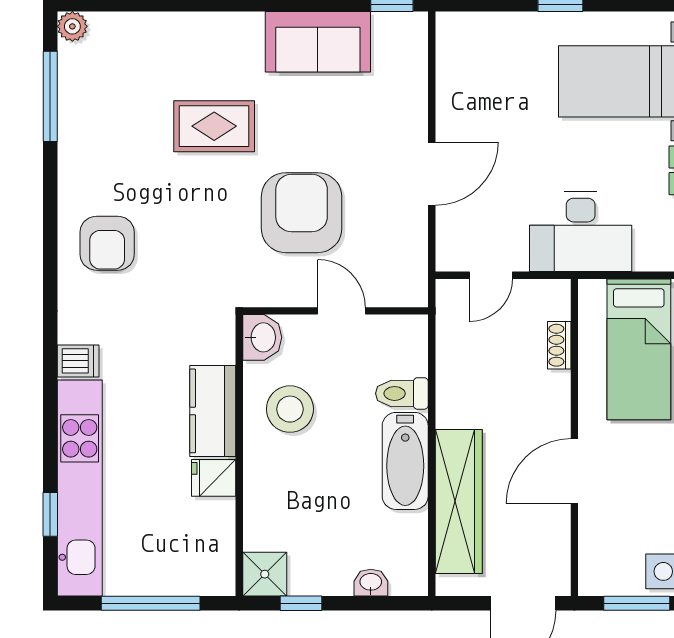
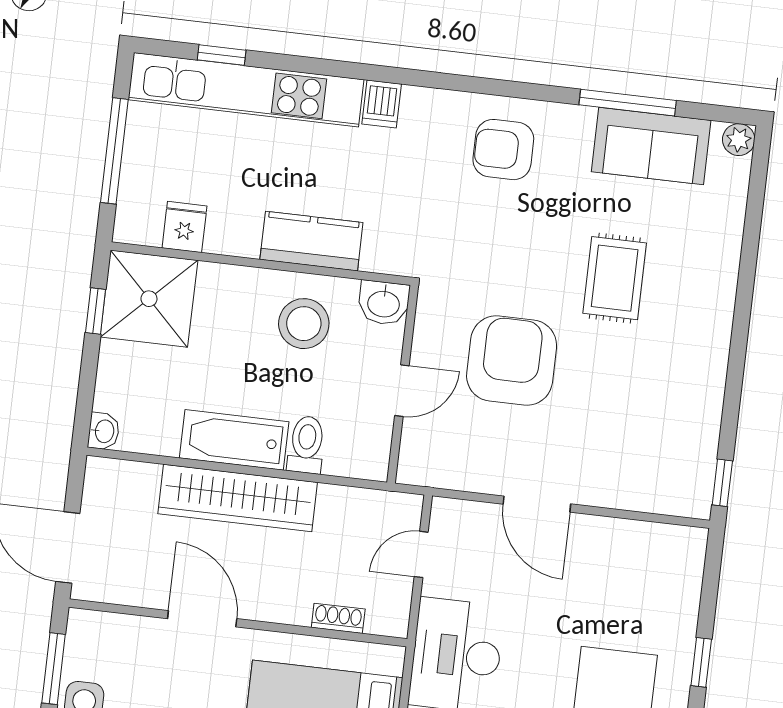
sofa: (318, 42) -> (651, 146), moved, turned -90
window: (50, 96) -> (628, 103), moved
armchair: (302, 213) -> (512, 361), turned -90
door: (491, 275) -> (421, 554), hinge flipped
fridge: (214, 478) -> (184, 227), moved
wardrobe: (459, 501) -> (238, 498), moved
shower: (265, 574) -> (149, 299), width x1.86, depth x1.86
washbasin: (371, 583) -> (104, 431), moved

